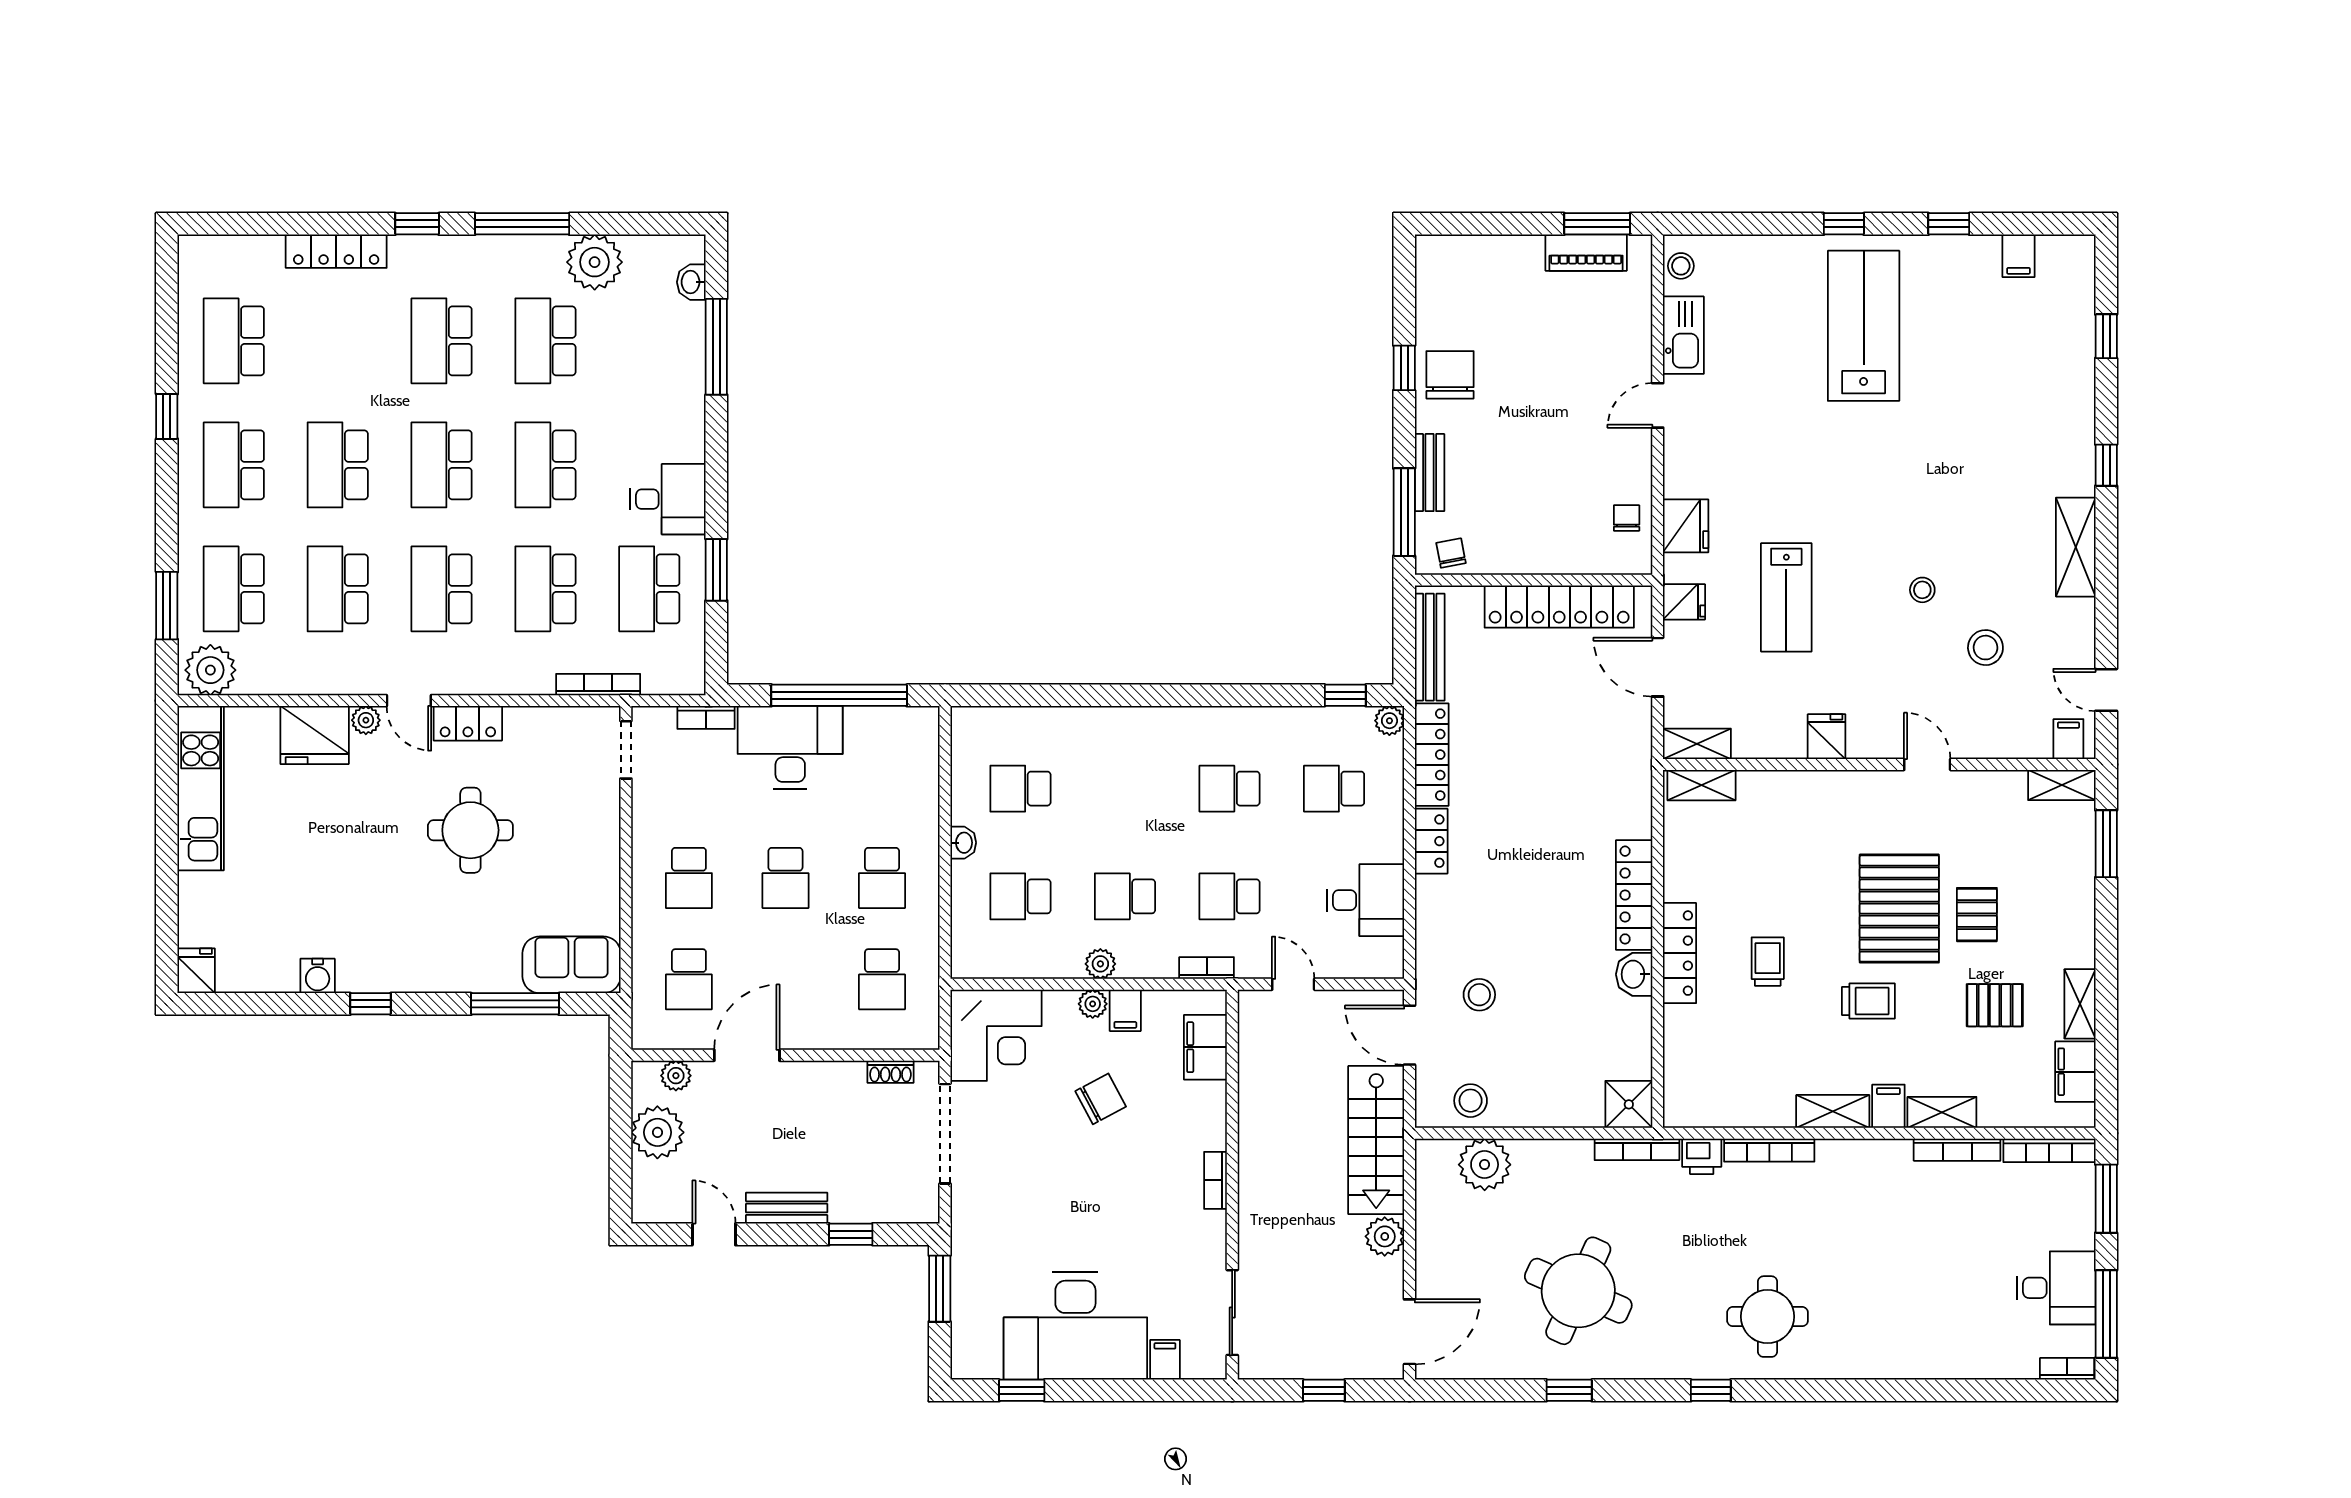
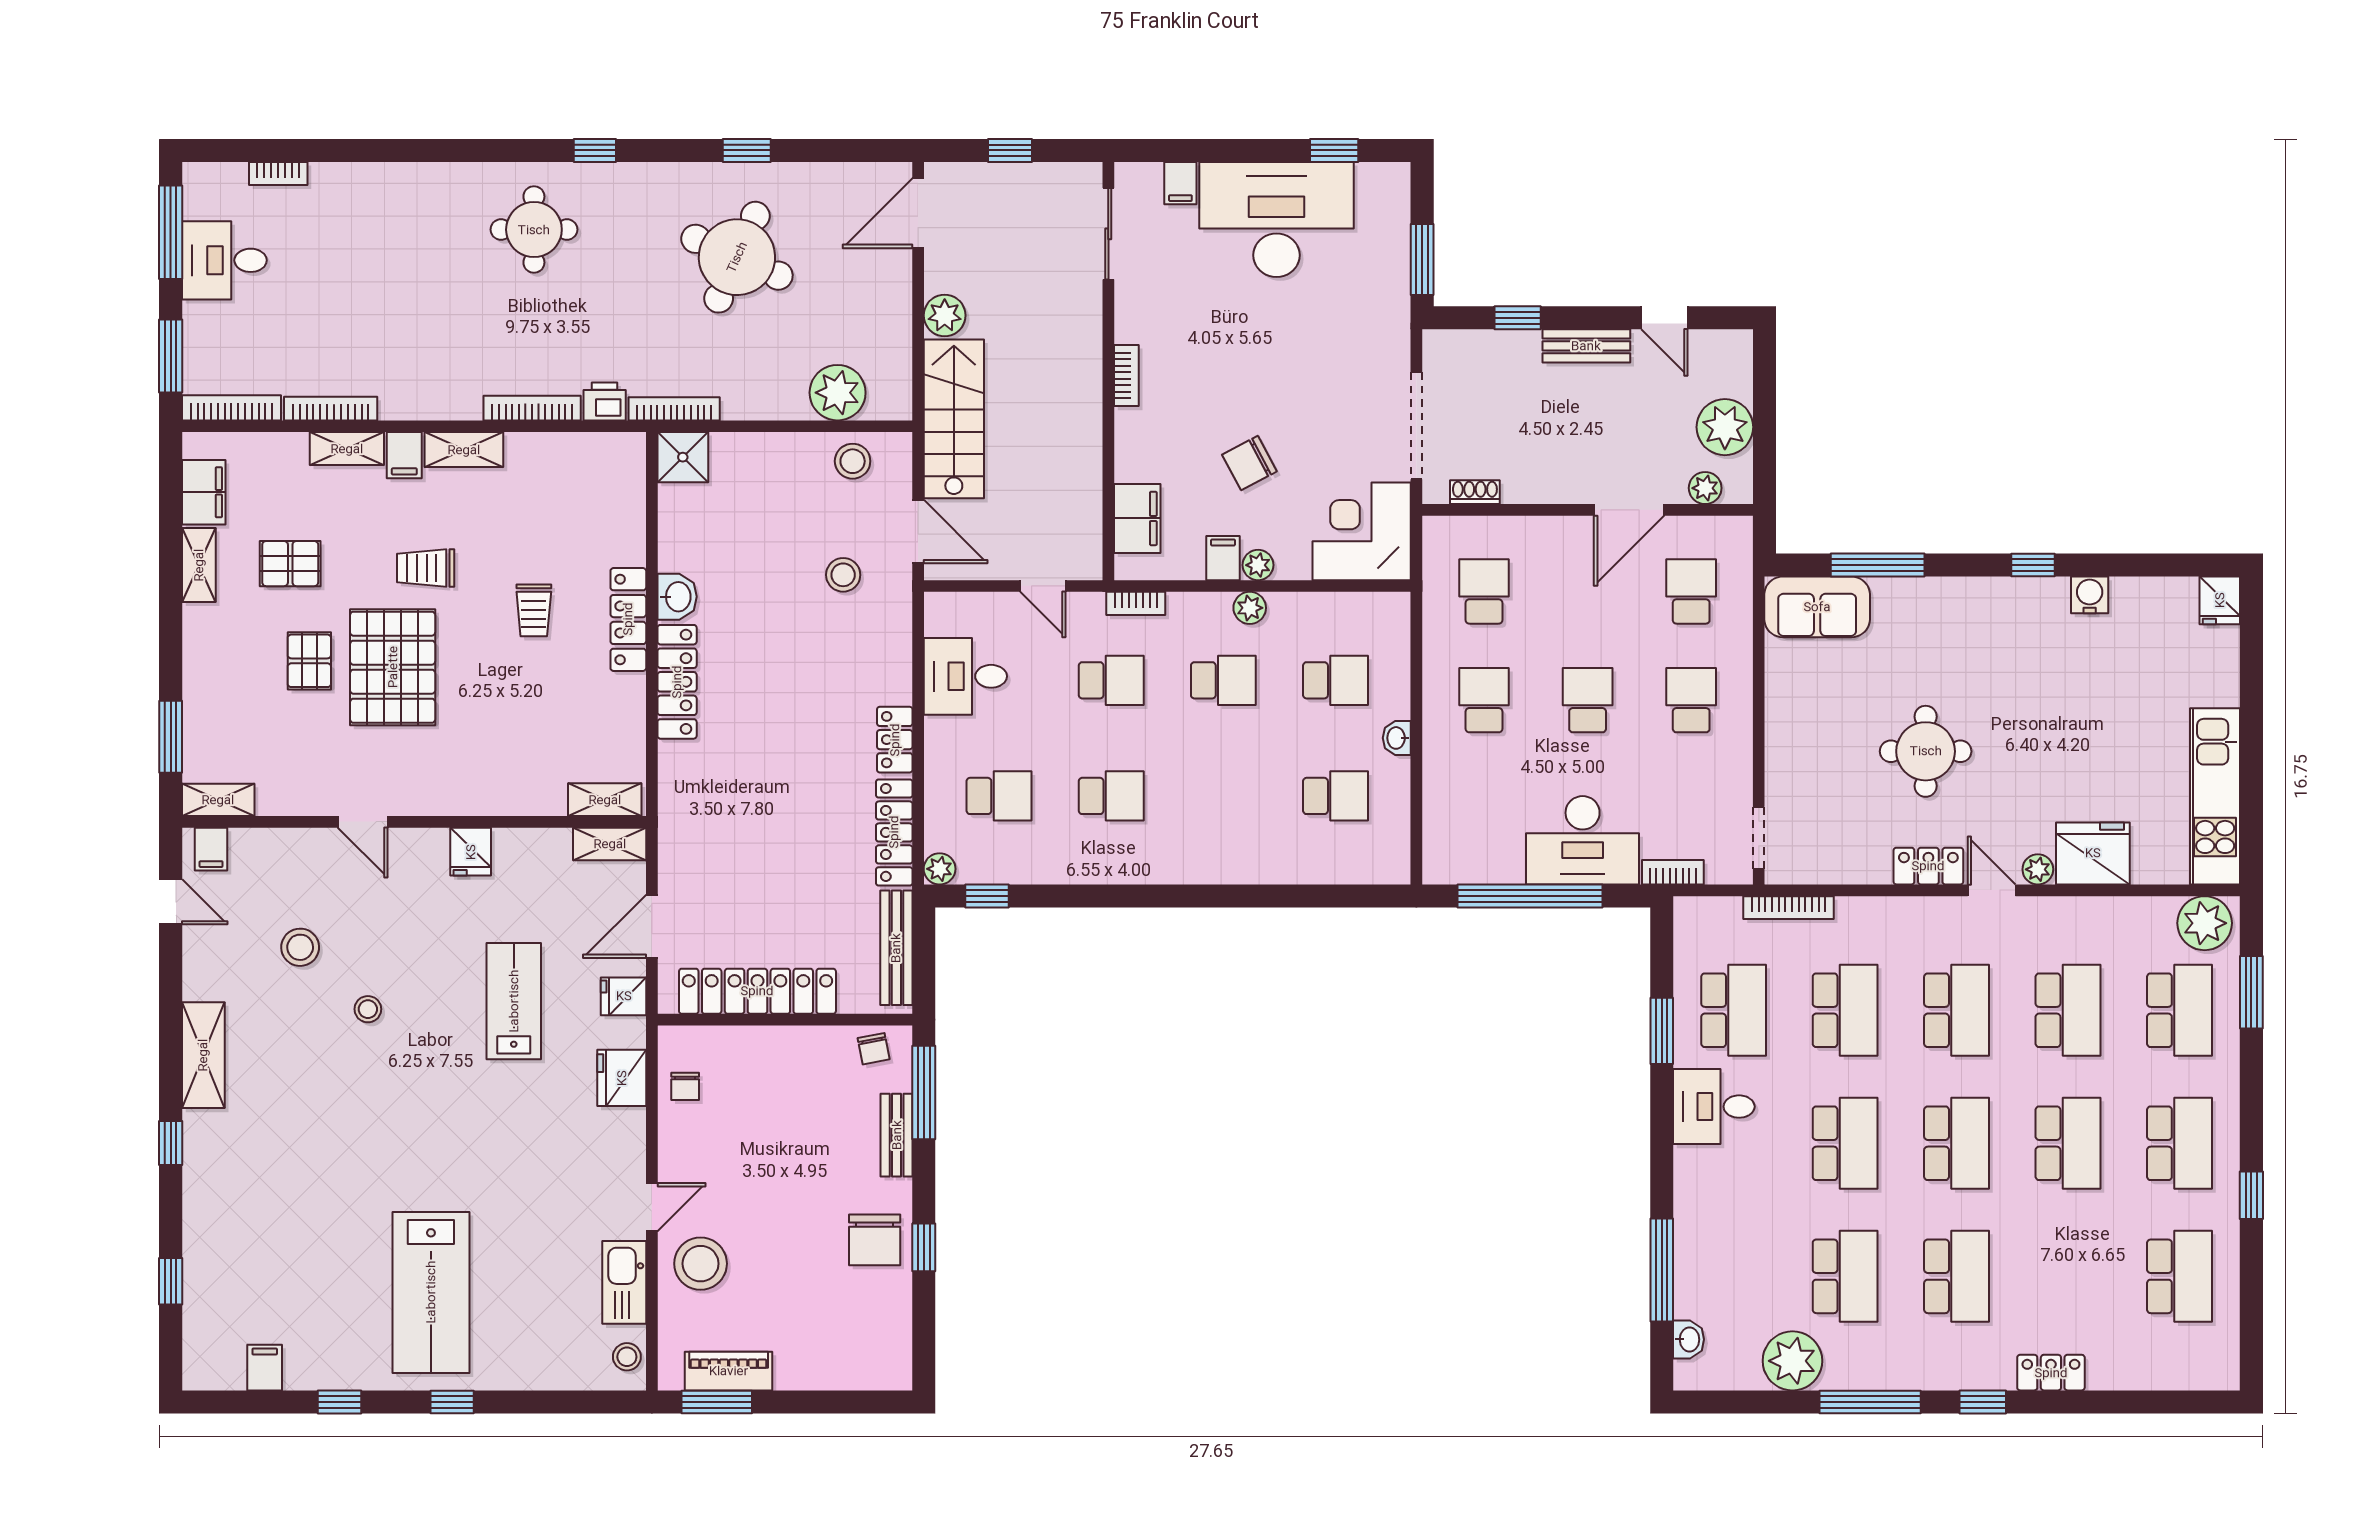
locker: (336, 251) -> (2051, 1373), width x0.66
stool: (1612, 353) -> (701, 1264), added
door: (1658, 667) -> (652, 926), swing flipped
bookcase: (2067, 1369) -> (278, 173), moved

